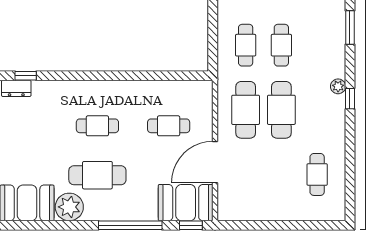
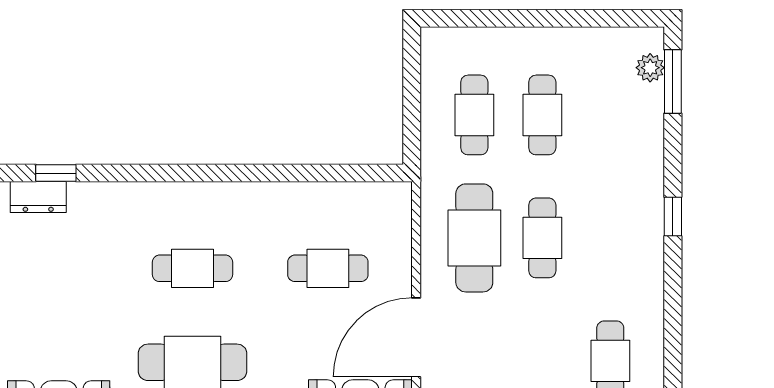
plant: (338, 86) -> (650, 68), moved
cafe table: (281, 110) -> (542, 238), width x0.73, depth x0.74

